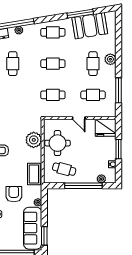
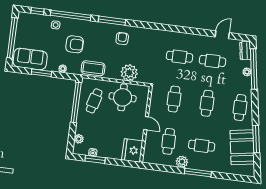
plant: (110, 59) -> (182, 162), moved
window: (119, 90) -> (198, 173), moved
cafe table: (13, 95) -> (179, 57), added
door: (79, 118) -> (146, 123), swing flipped
window: (119, 149) -> (95, 159), moved
window: (83, 186) -> (76, 102), moved
sofa: (33, 228) -> (30, 59), width x0.73
window: (44, 236) -> (41, 73), moved

